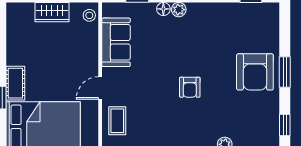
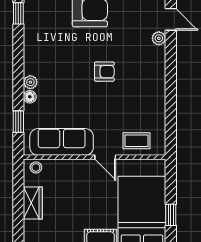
sofa: (116, 42) -> (62, 142), width x1.36

